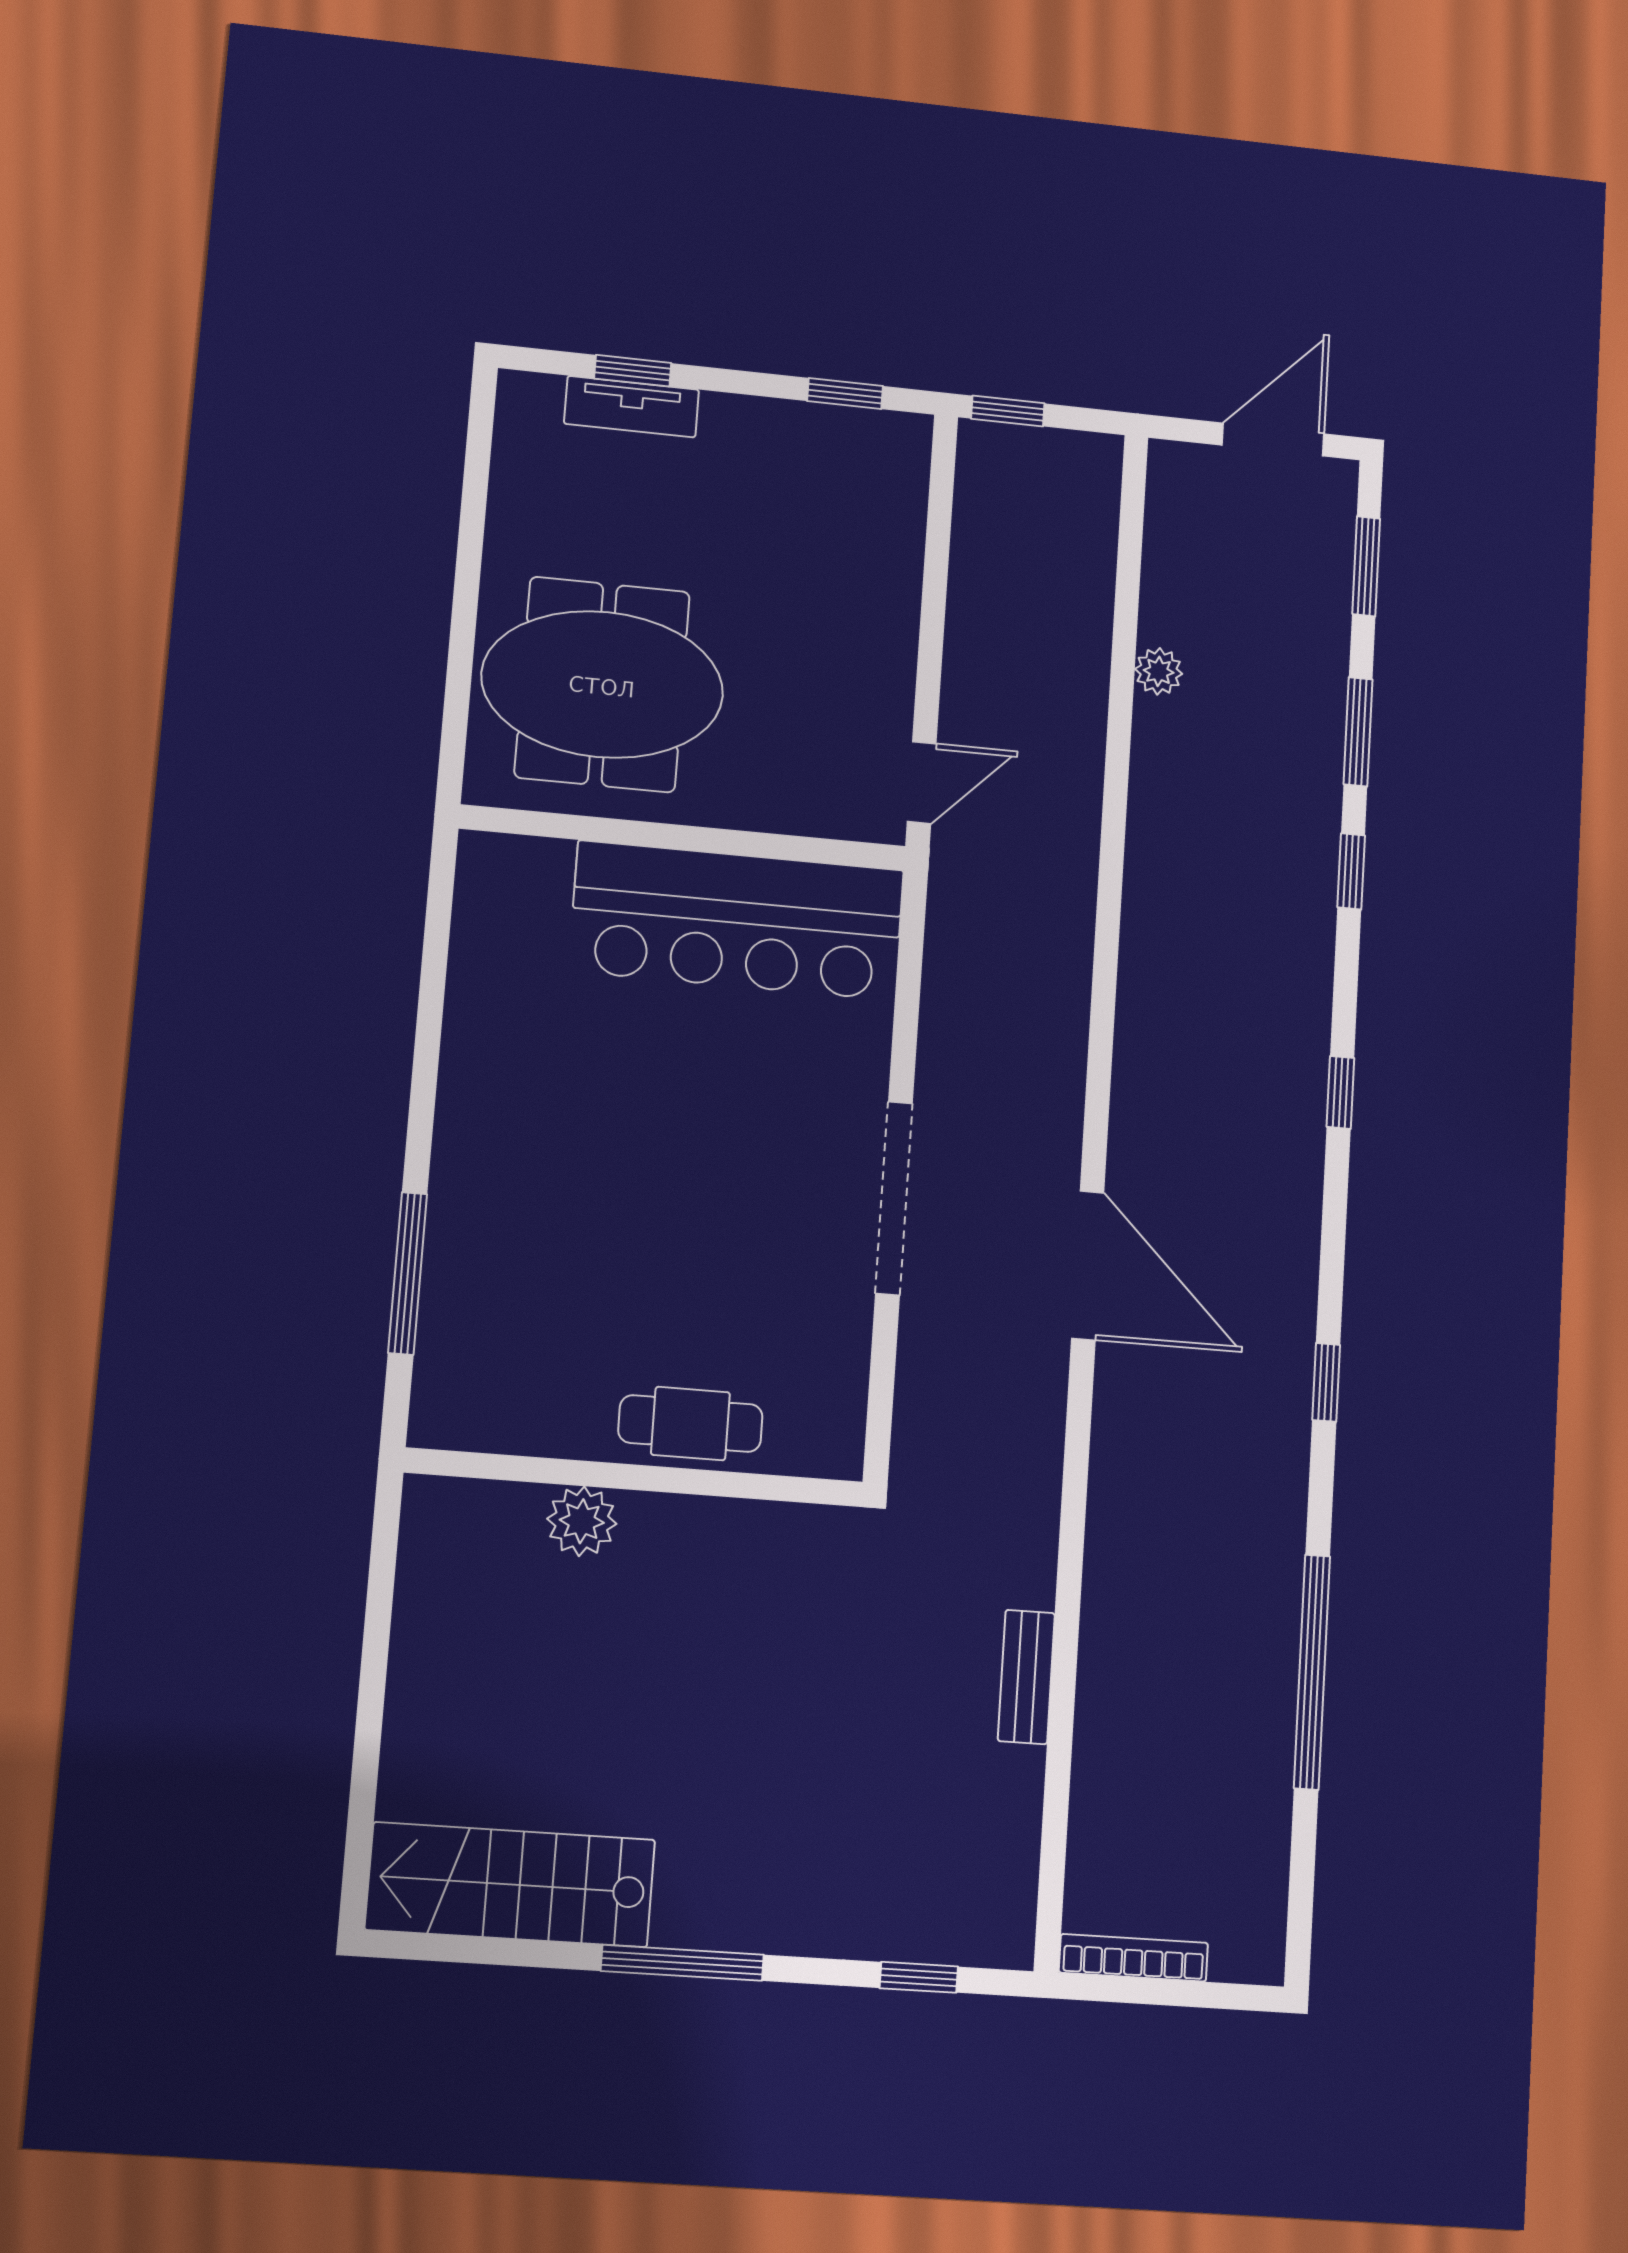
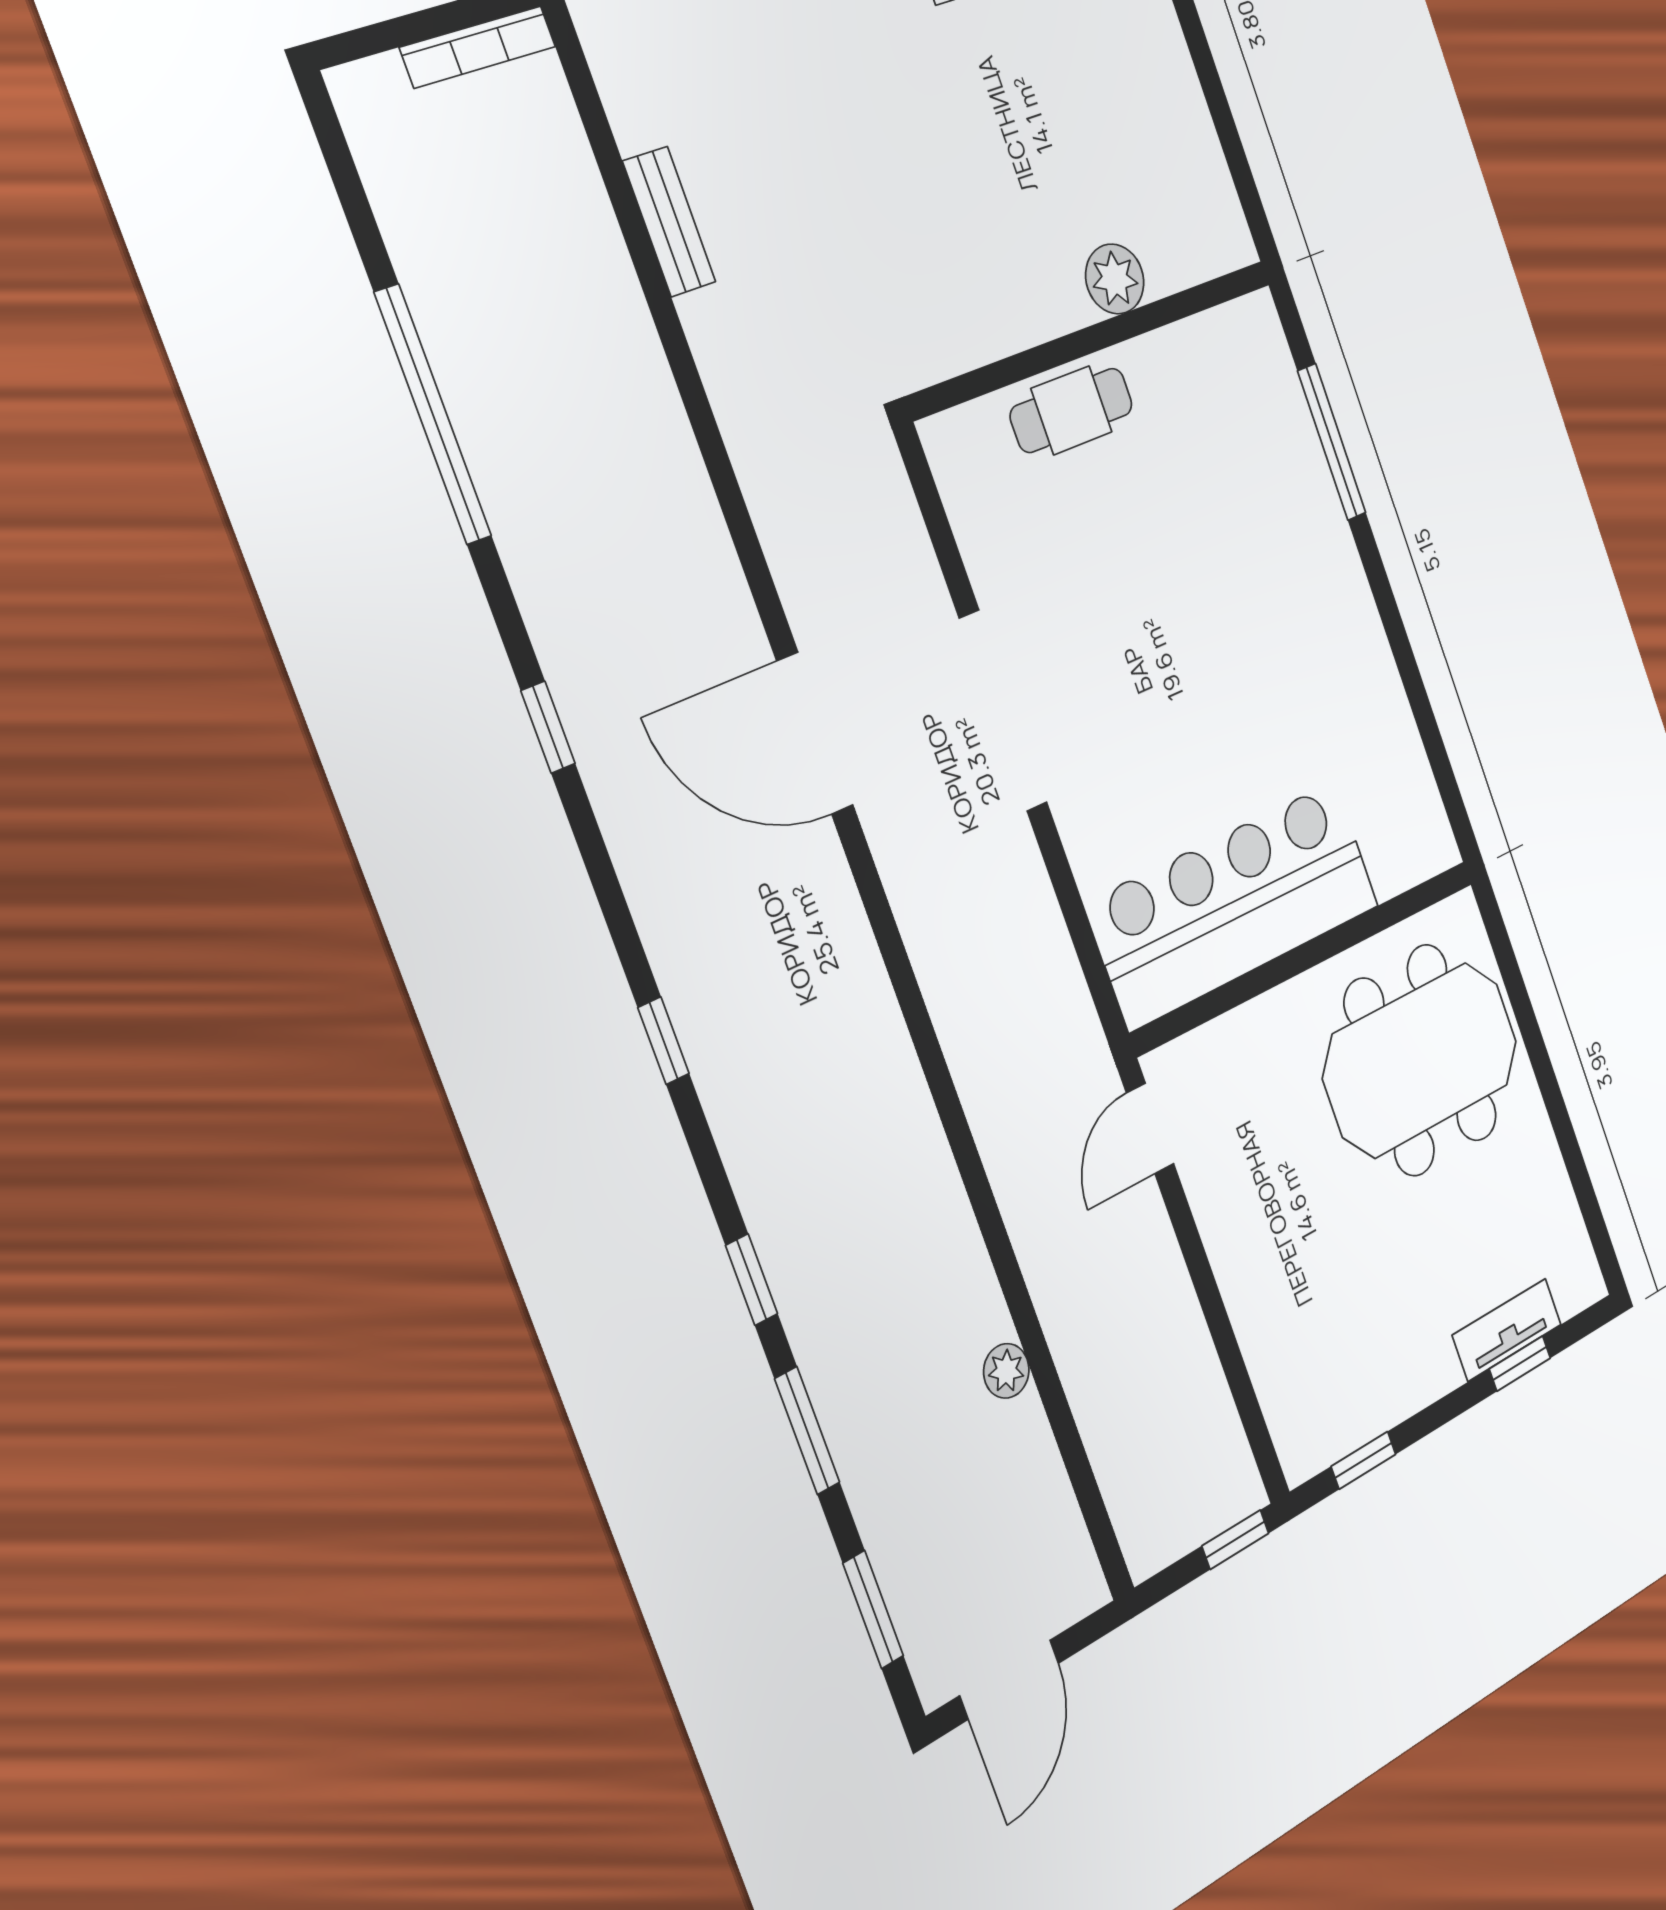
bench: (1026, 1677) -> (669, 222), moved

